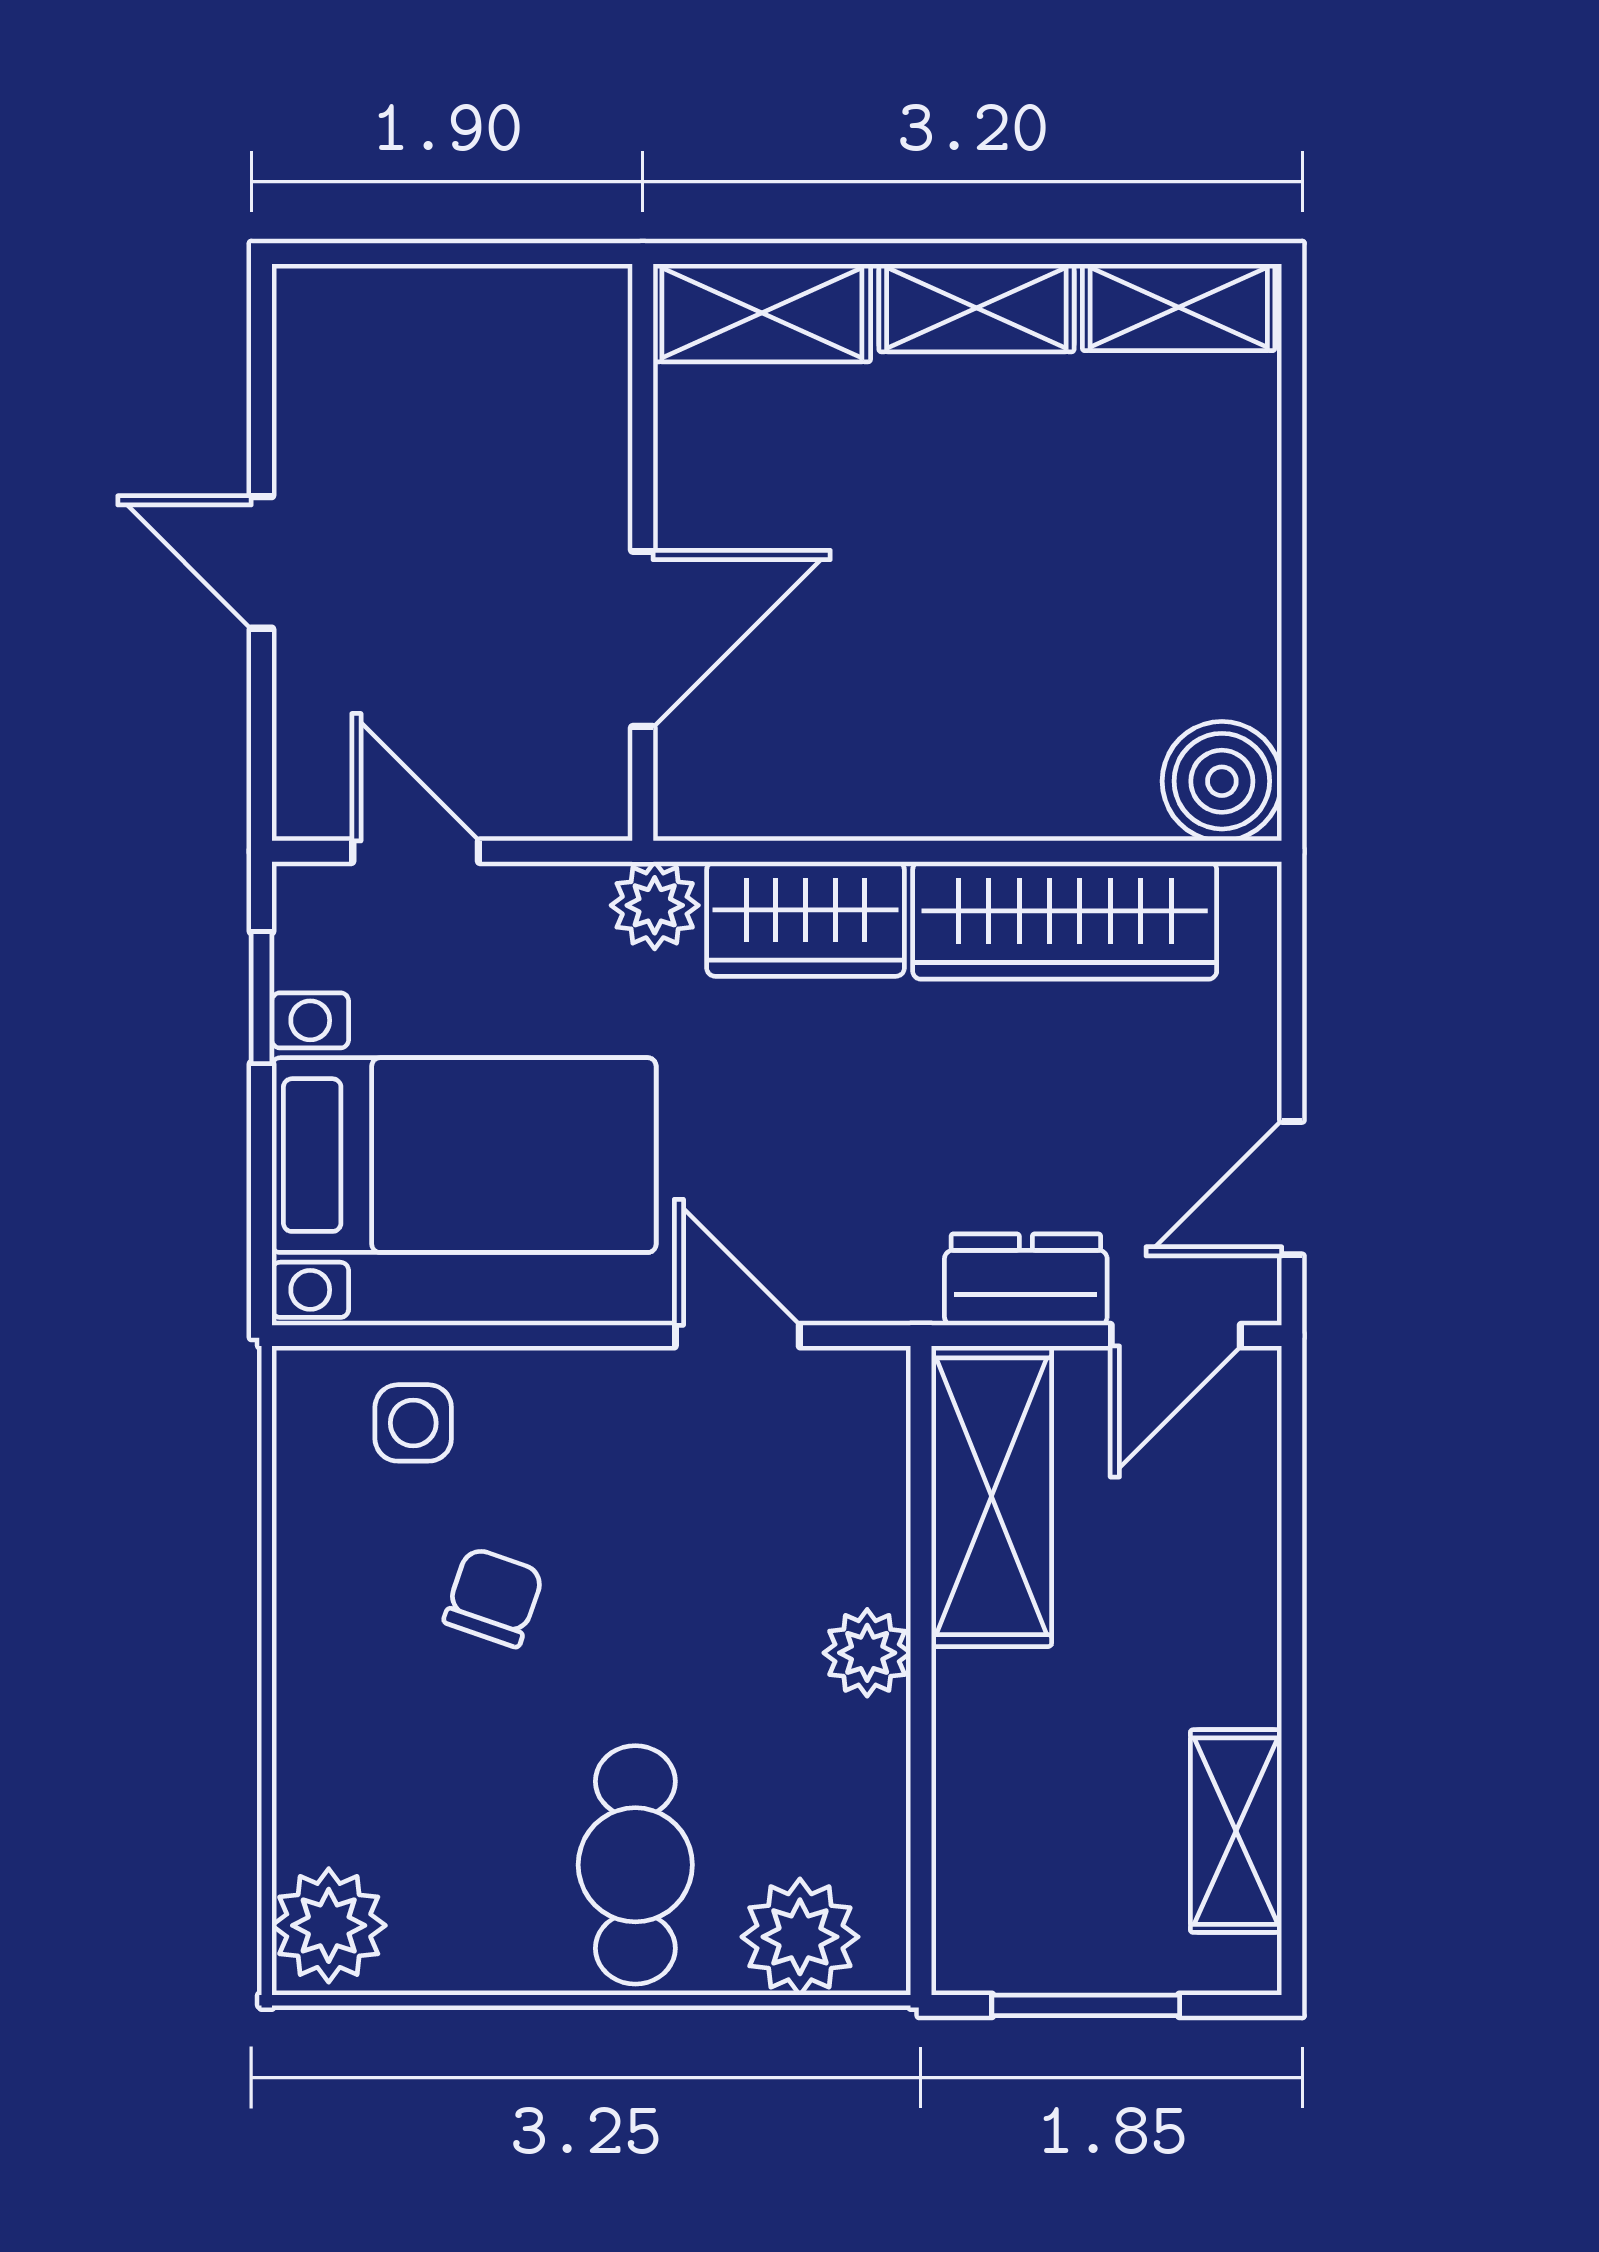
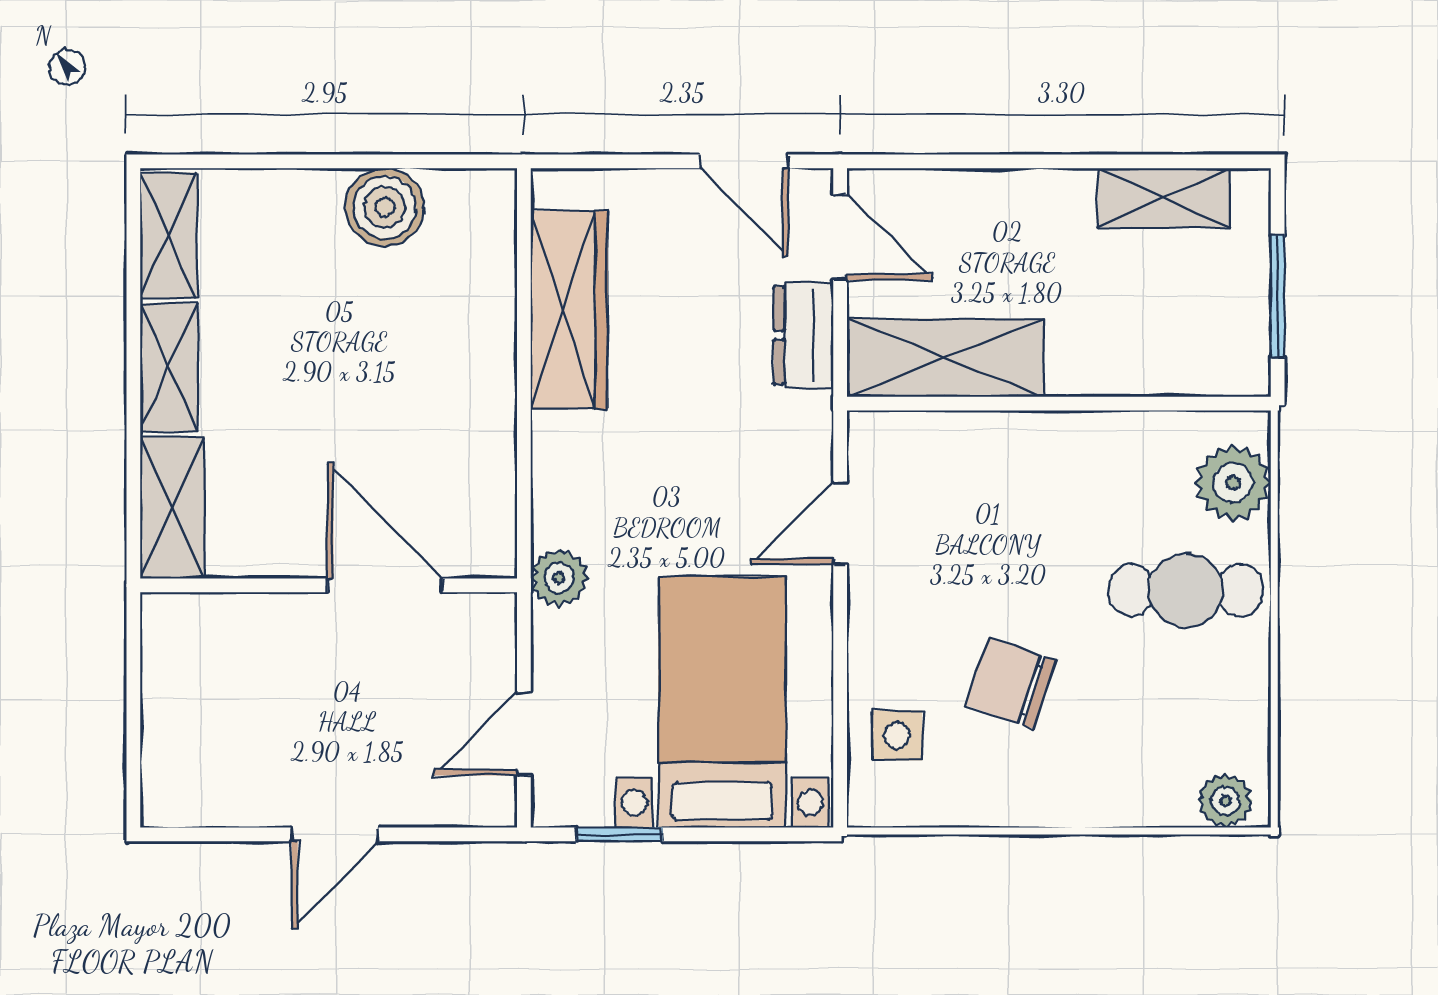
boiler: (1222, 781) -> (385, 207), moved
wardrobe: (806, 919) -> (568, 479), removed
chair: (494, 1597) -> (1011, 683), width x1.37, depth x1.37
plant: (867, 1653) -> (1047, 439), removed
plant: (329, 1925) -> (1225, 801), width x0.73, depth x0.73

